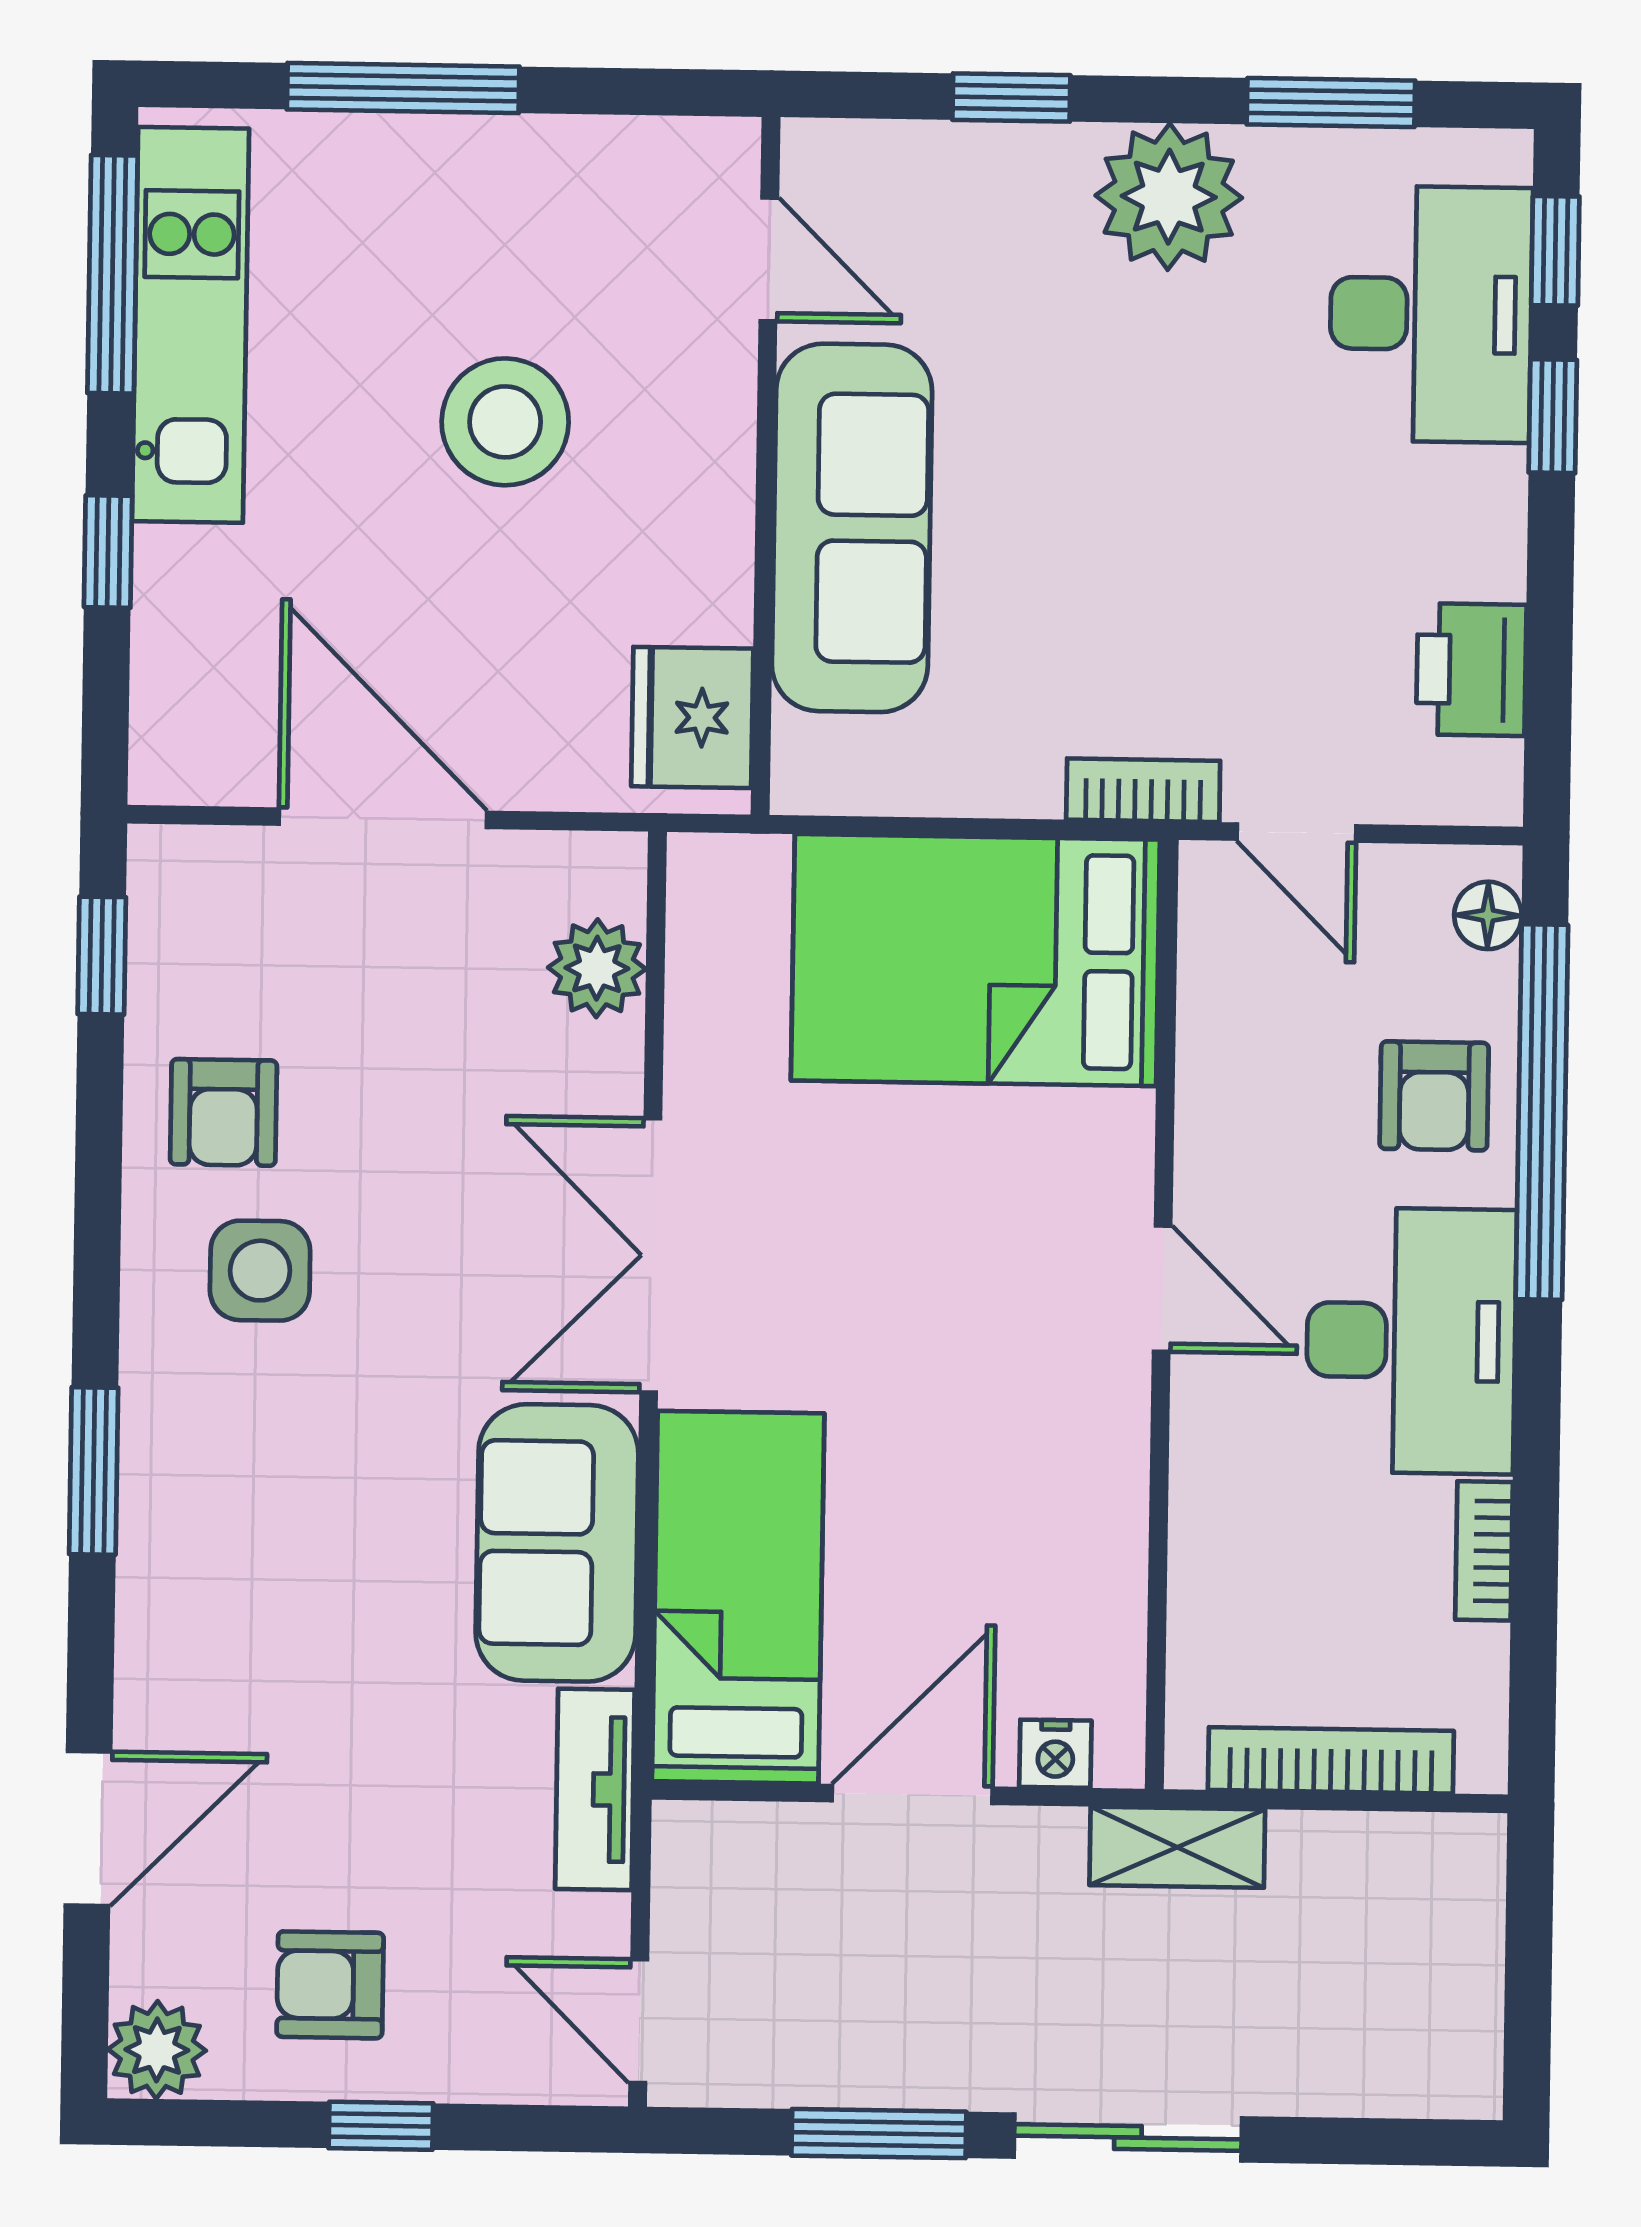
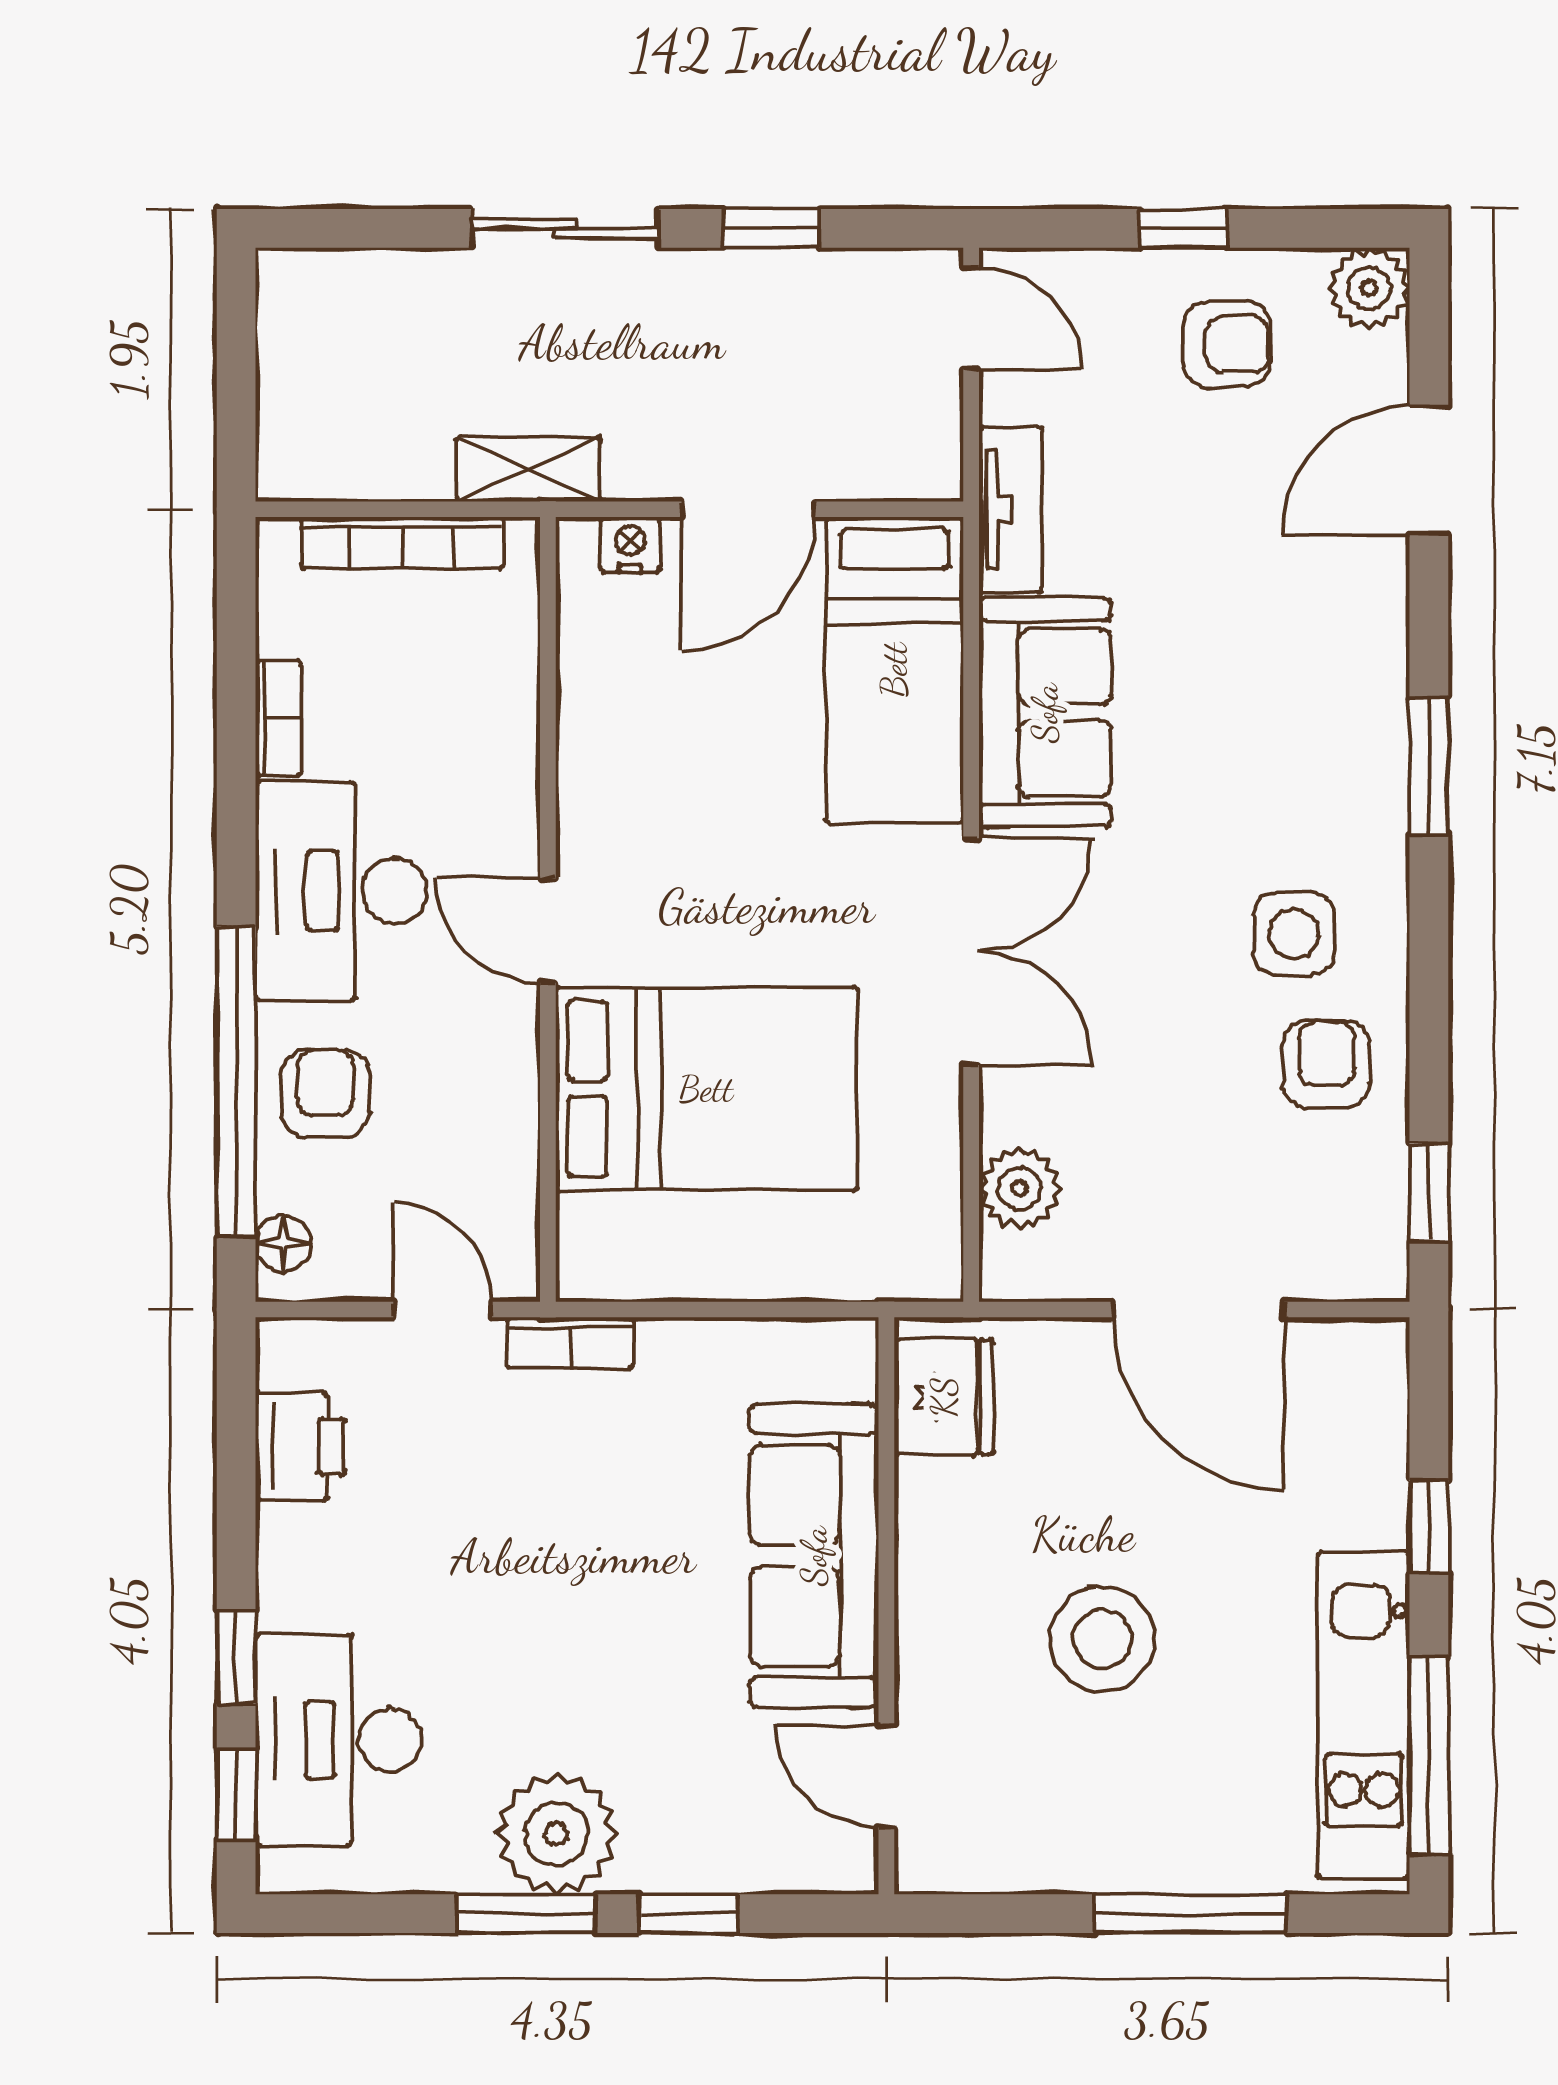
window: (1331, 103) -> (526, 1914), moved
bed: (975, 960) -> (706, 1089), moved
window: (879, 2134) -> (771, 228), width x0.67

